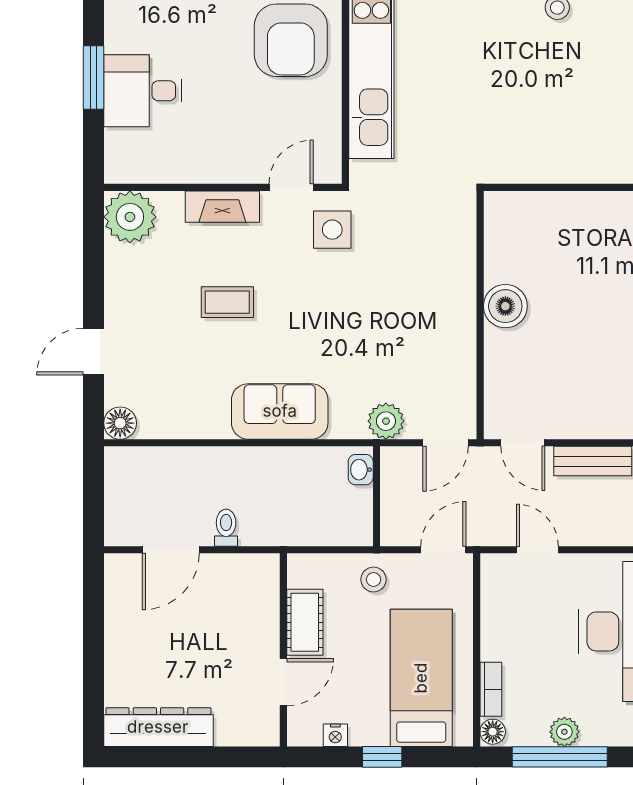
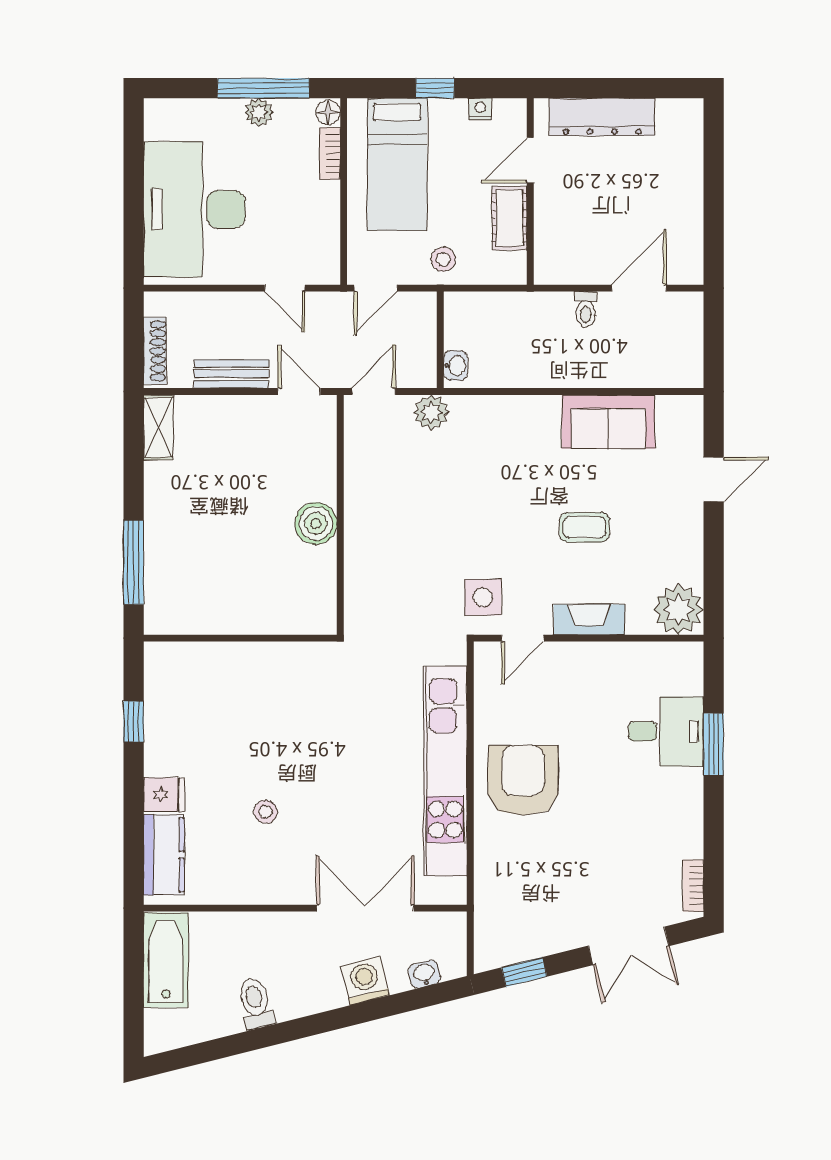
sofa: (280, 411) -> (608, 422), moved
floor lamp: (120, 423) -> (688, 410), removed
dresser: (158, 727) -> (602, 117), moved

